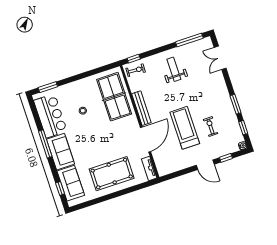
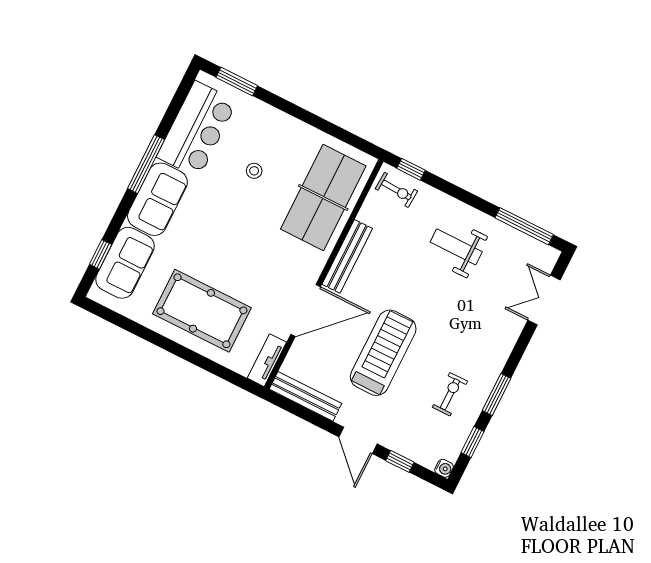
weight bench: (174, 69) -> (456, 247), turned -90
exercise bike: (211, 127) -> (450, 394), moved
bench: (174, 168) -> (305, 396), added

